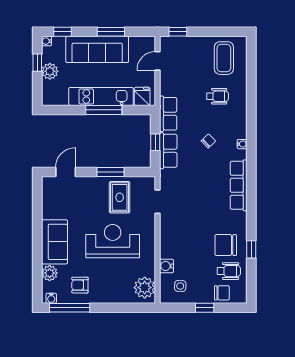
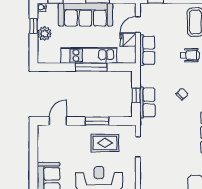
fridge: (142, 96) -> (128, 40), moved, turned -90
row of seats: (168, 114) -> (147, 50), moved
rug: (120, 197) -> (105, 143), turned 90

